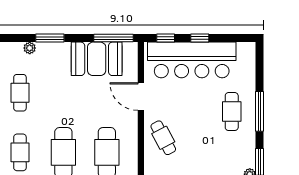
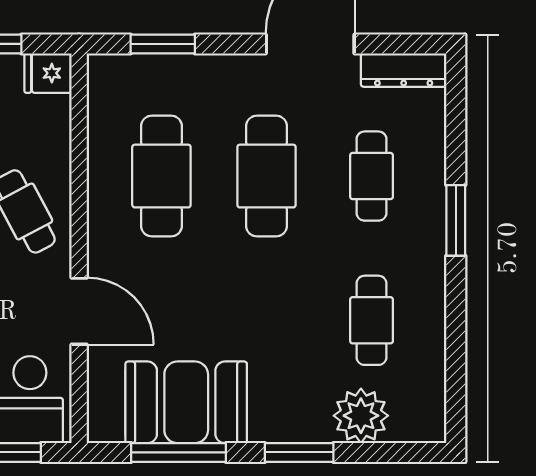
window: (113, 38) -> (179, 452), moved
plant: (30, 48) -> (361, 416), width x1.88, depth x1.88

